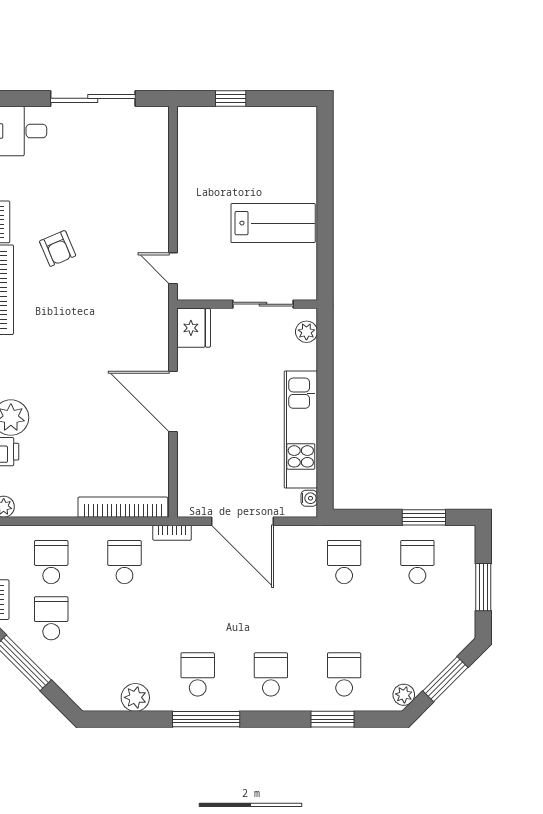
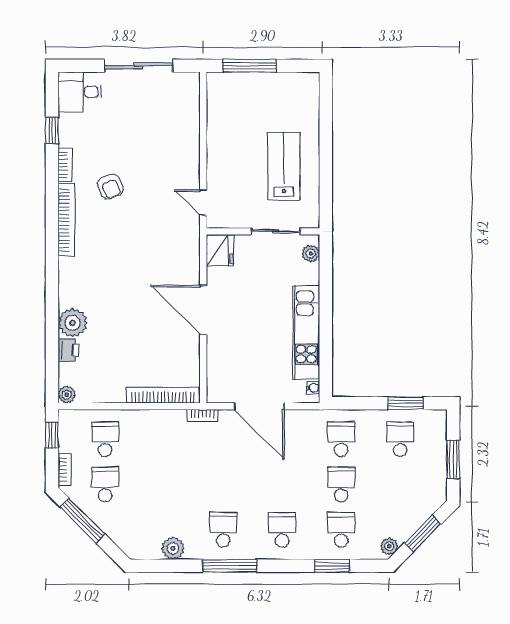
window: (231, 98) -> (250, 66), width x2.17
lab bench: (273, 223) -> (284, 166), turned -90
school desk: (124, 562) -> (341, 484), moved

